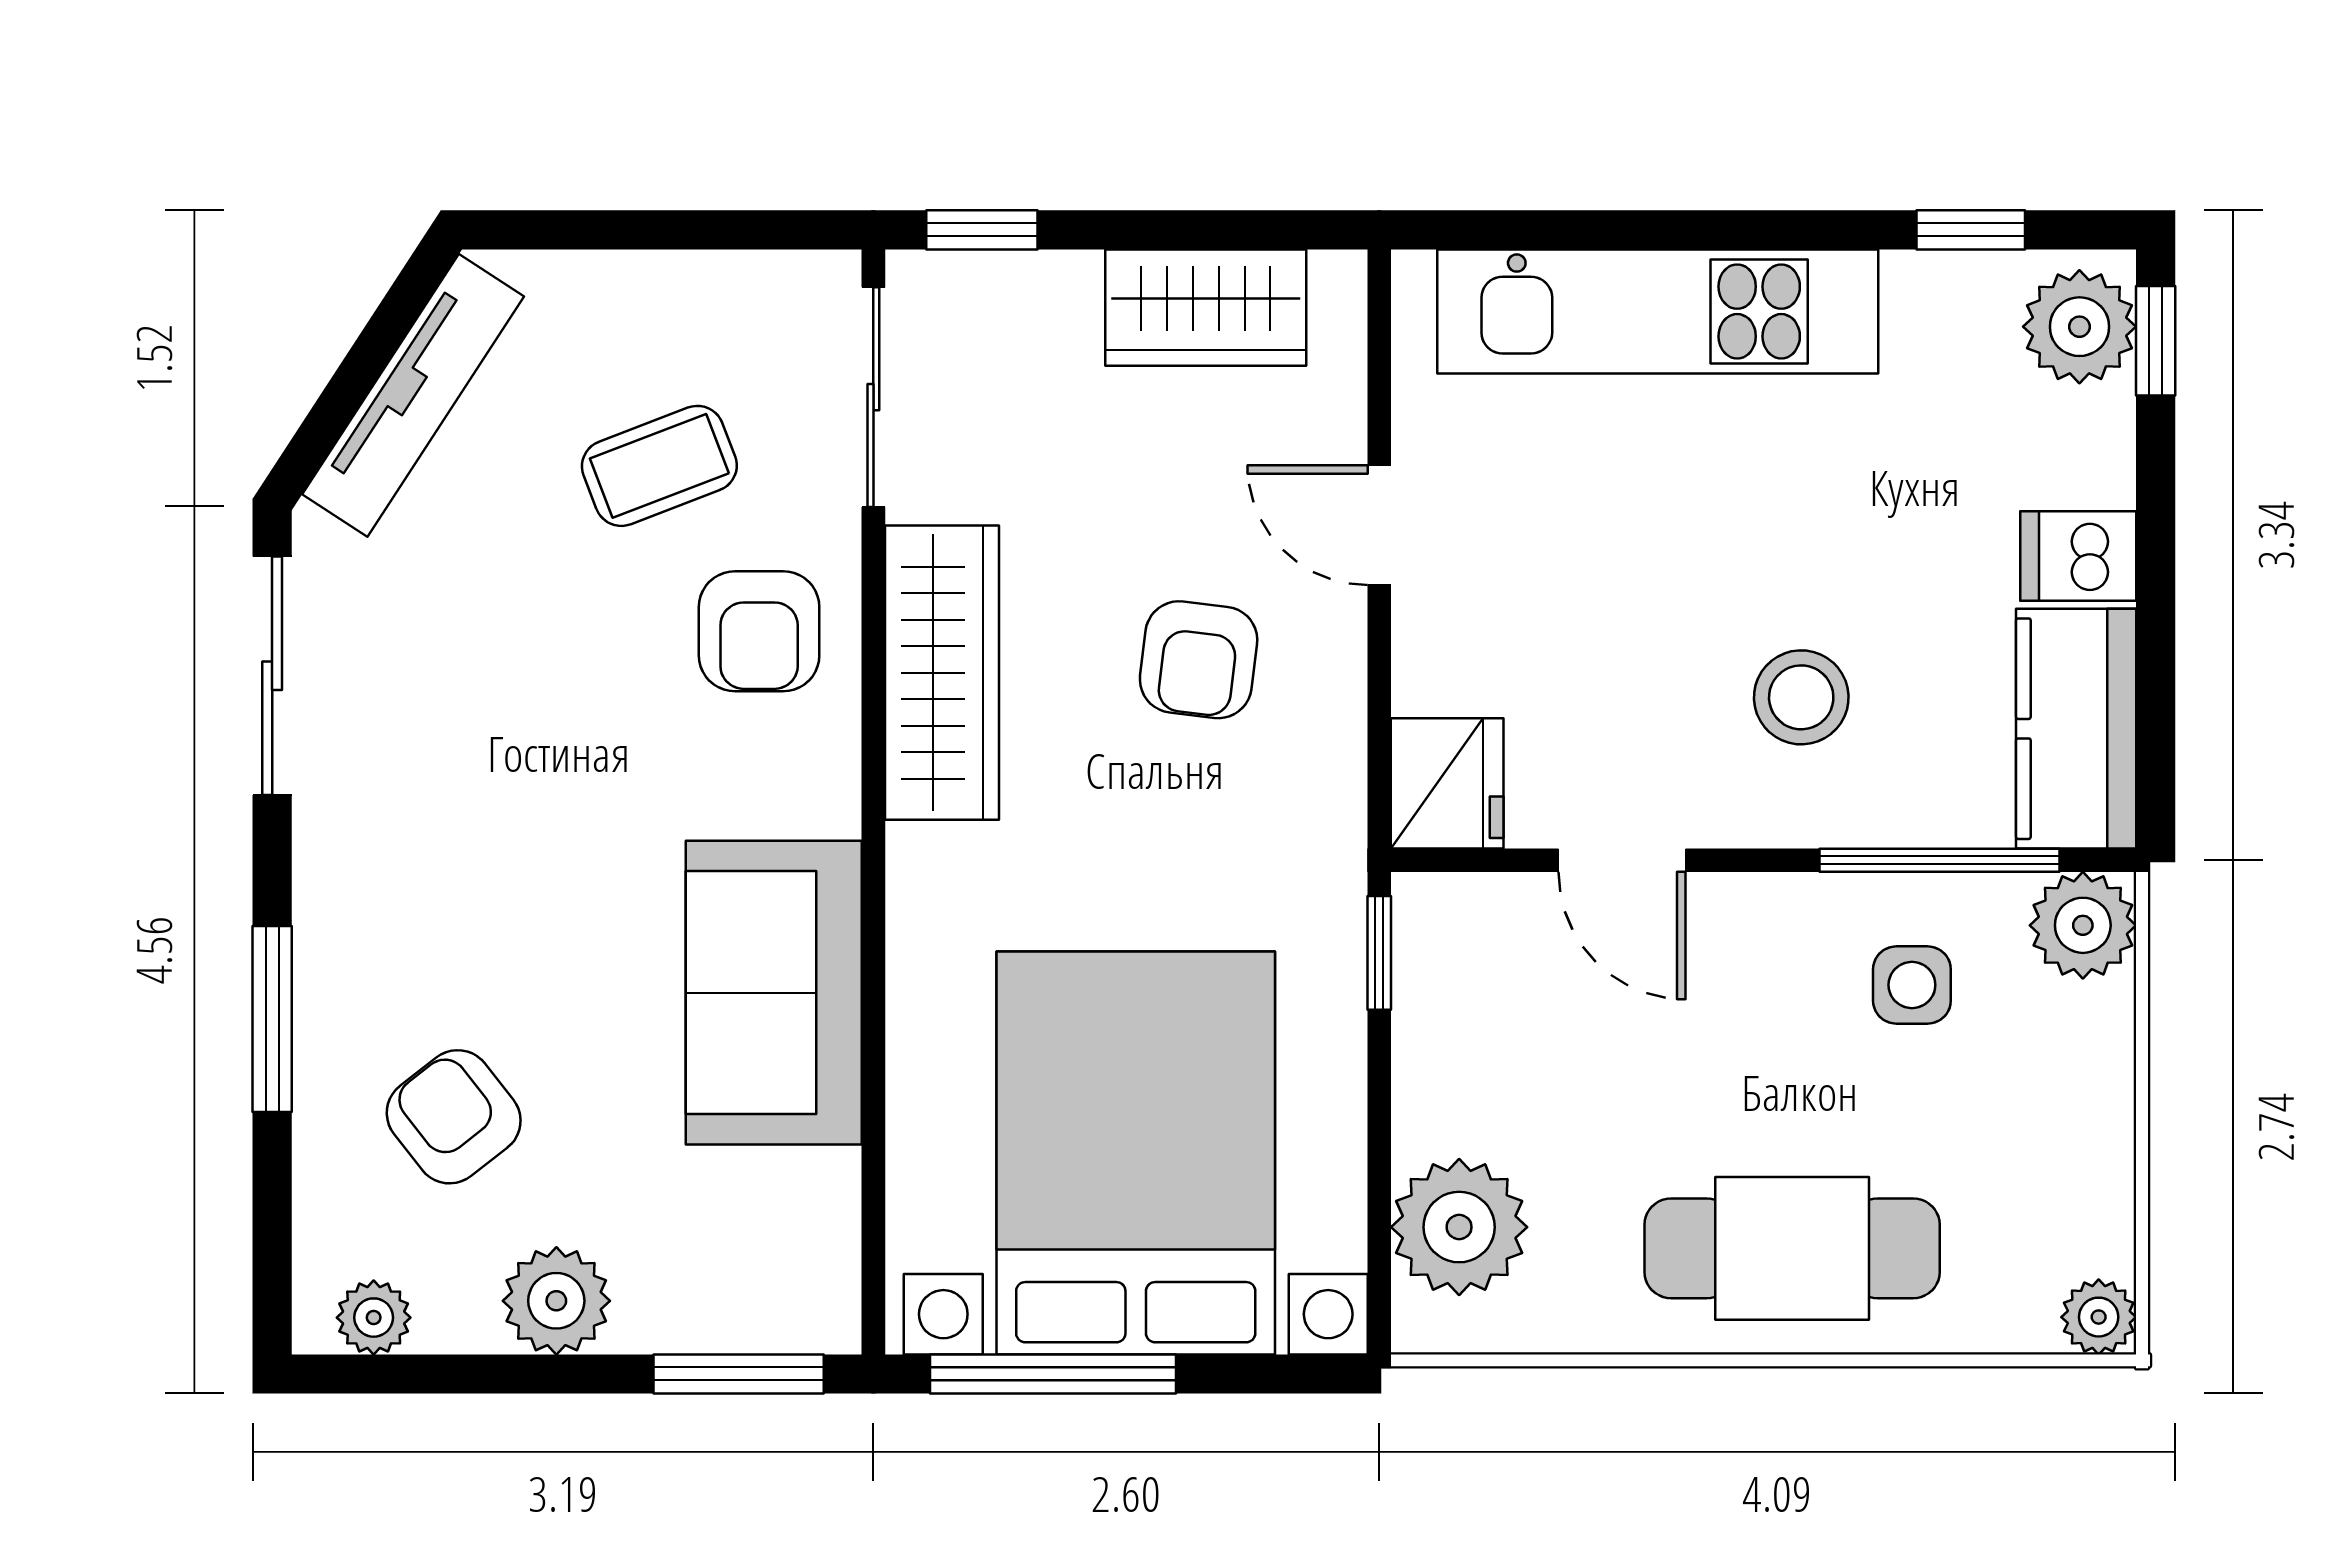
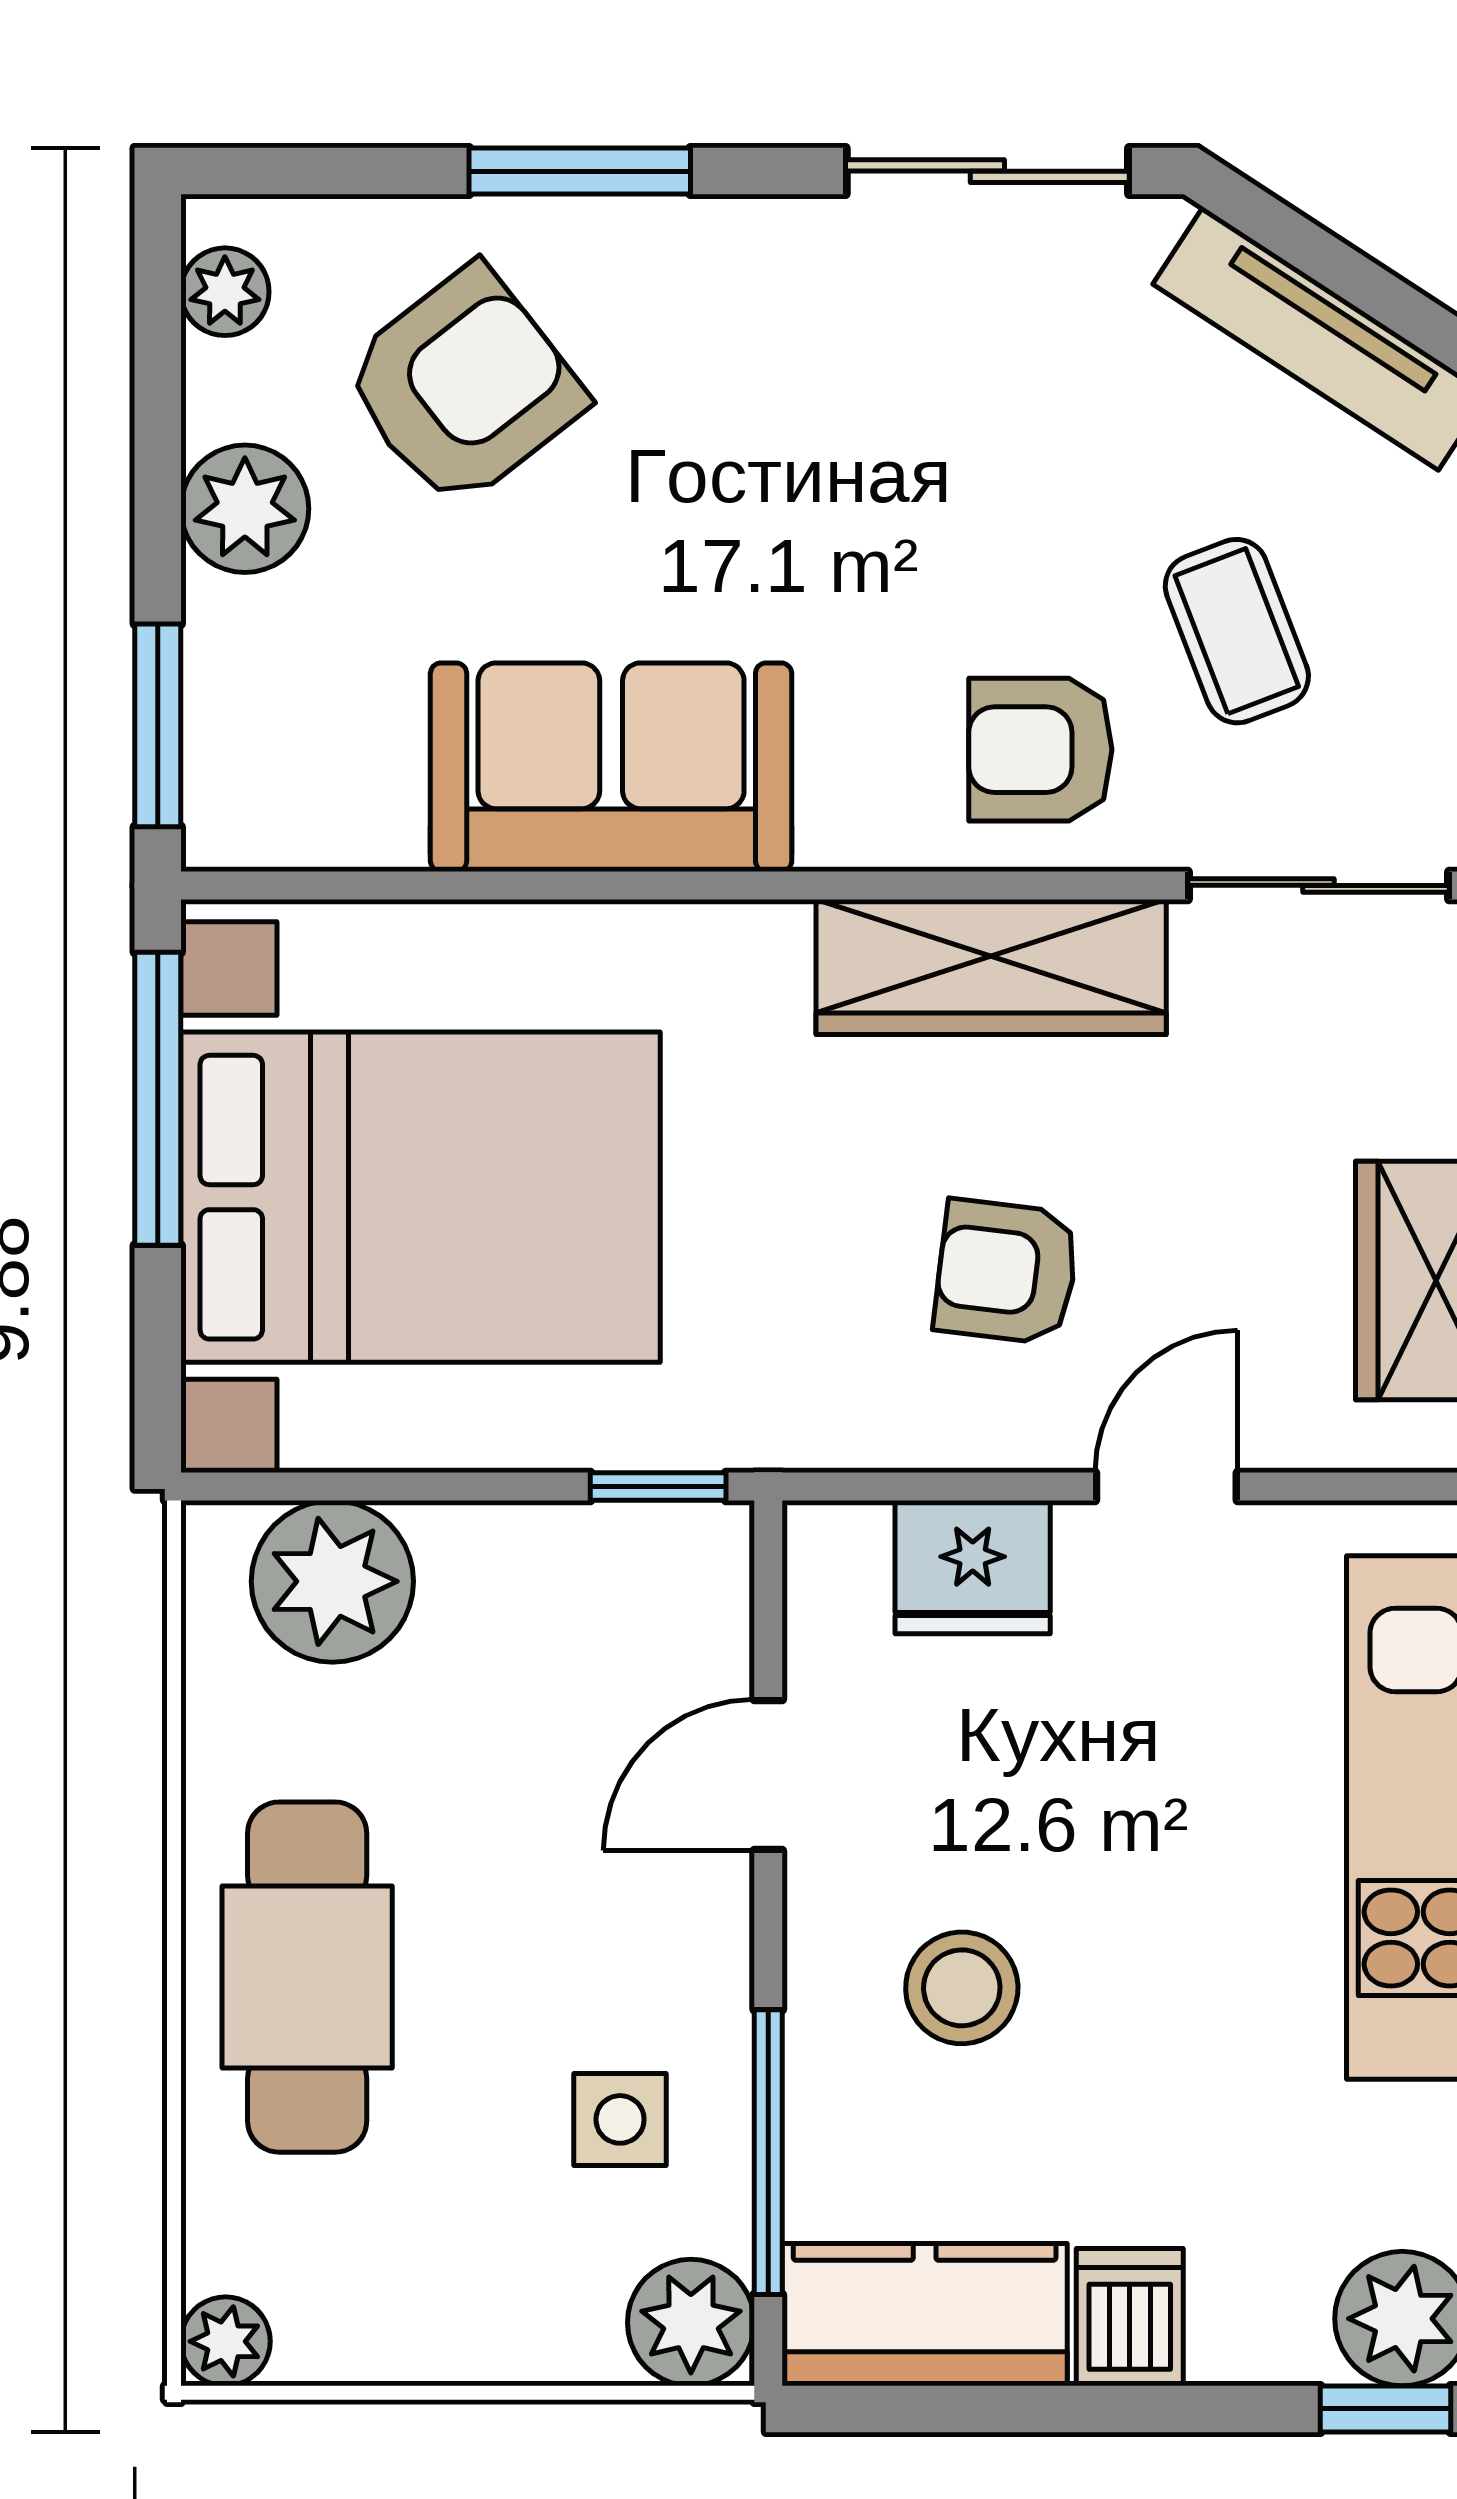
fridge: (1447, 783) -> (973, 1567), moved
armchair: (454, 1117) -> (463, 387), width x1.38, depth x1.38

